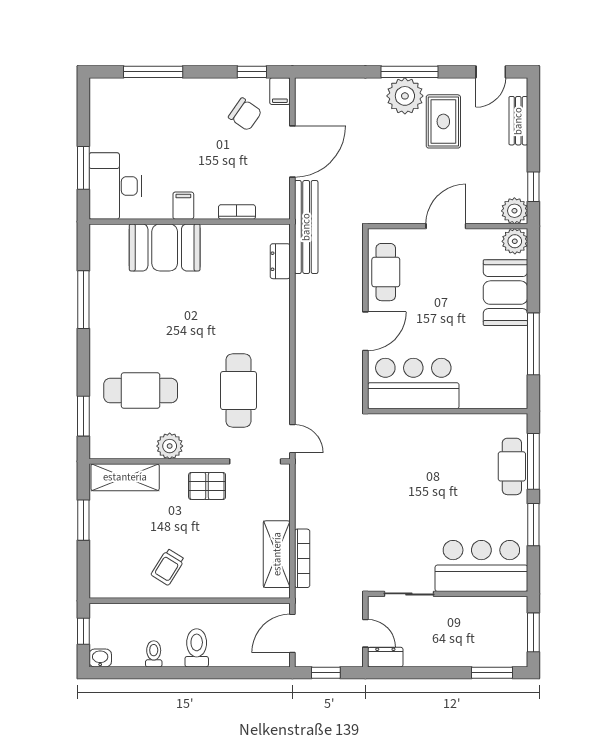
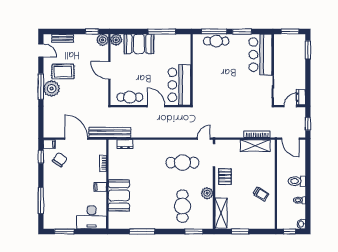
window: (83, 168) -> (64, 232), moved

